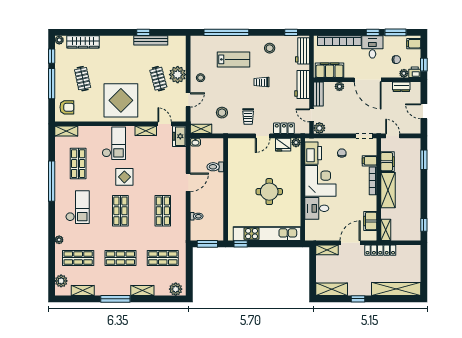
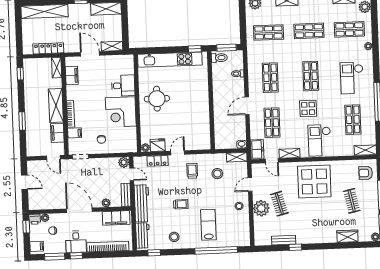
bench: (151, 40) -> (284, 240), width x0.73
wardrobe: (83, 42) -> (347, 236), width x0.67
lab bench: (233, 59) -> (208, 225), turned 90
workbench: (302, 84) -> (142, 203), width x1.38
dresser: (401, 87) -> (47, 205), removed
printer: (313, 153) -> (129, 138), removed
window: (424, 160) -> (22, 121), moved
shop shelf: (163, 164) -> (272, 123), added
toilet: (215, 167) -> (219, 58), moved
round table: (269, 192) -> (157, 99), moved
door: (350, 243) -> (90, 54), swing flipped
locker: (380, 250) -> (48, 48), moved

